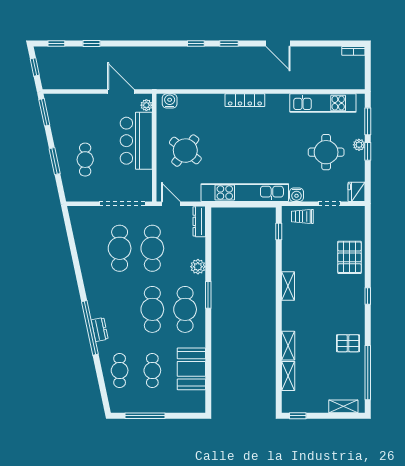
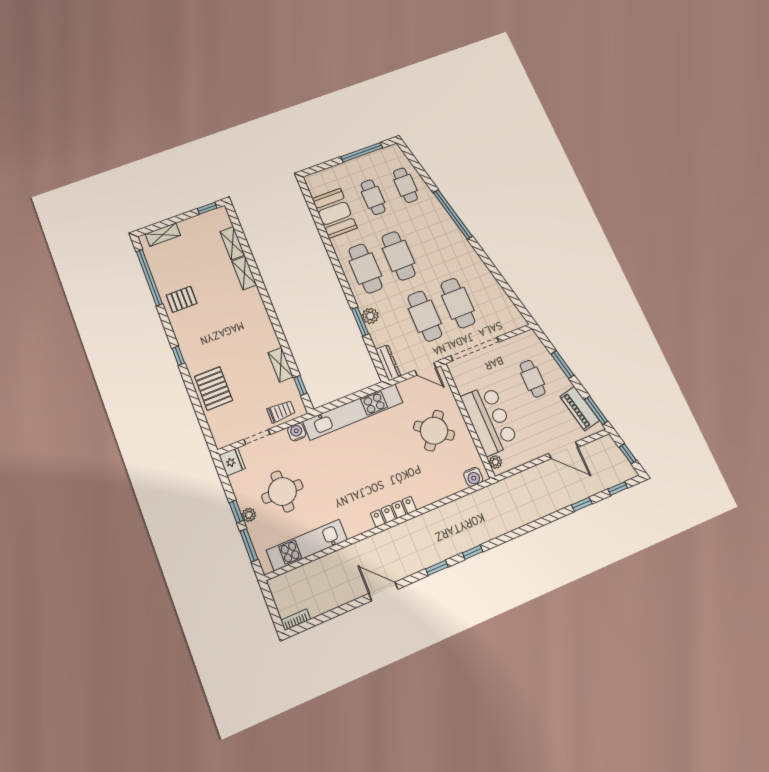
door: (121, 92) -> (563, 450), moved
piano: (57, 119) -> (580, 409), added
shelving: (288, 286) -> (281, 365), moved
window: (208, 295) -> (360, 322), moved
dresser: (100, 330) -> (442, 217), removed

